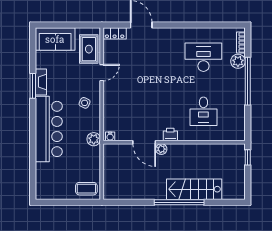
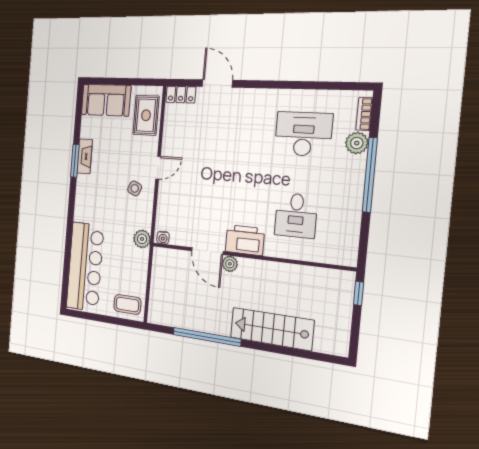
door: (102, 73) -> (158, 168), moved
bar counter: (49, 129) -> (85, 267), moved
printer: (170, 135) -> (245, 240), width x1.87, depth x1.48
window: (179, 202) -> (207, 337), moved

